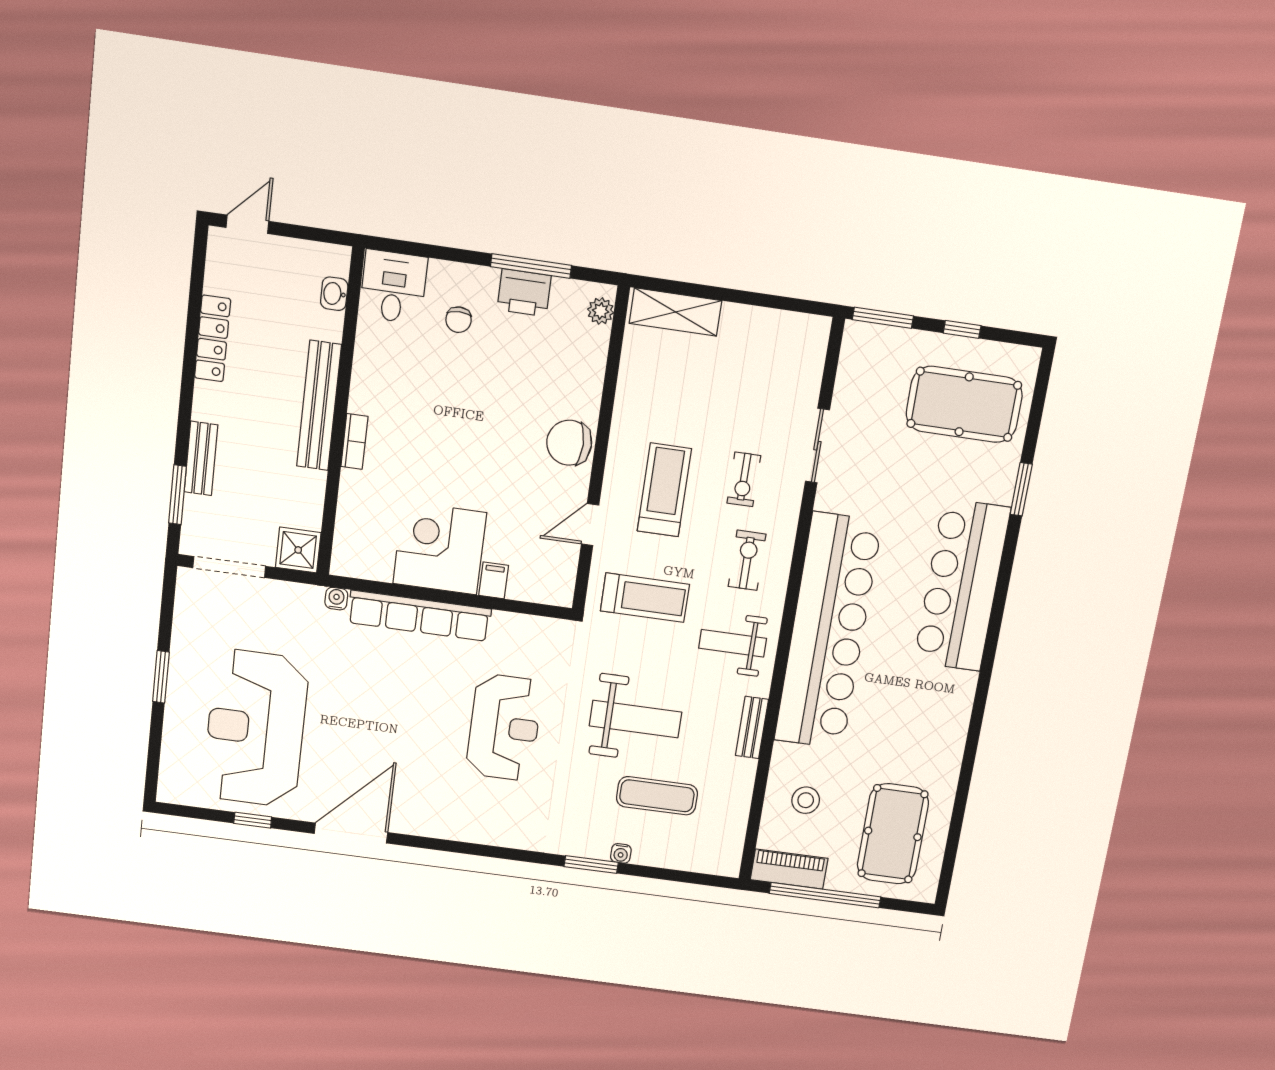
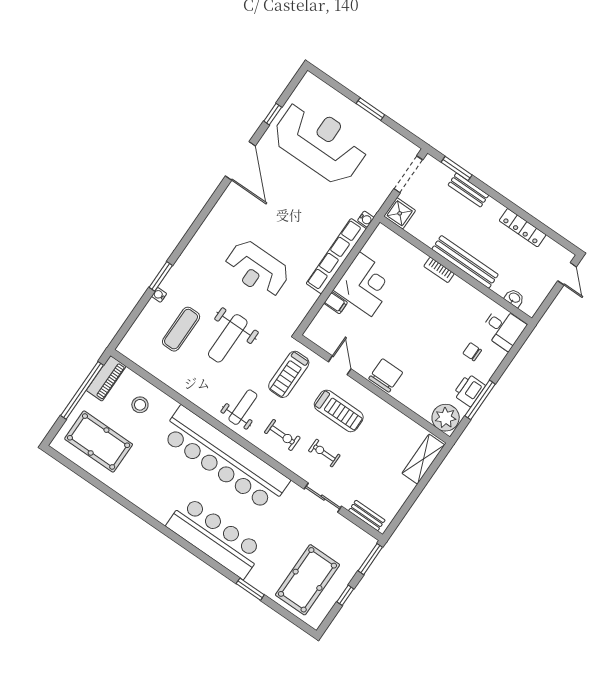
plant: (601, 311) -> (446, 418), width x1.87, depth x1.87
bench: (752, 727) -> (367, 515), moved

